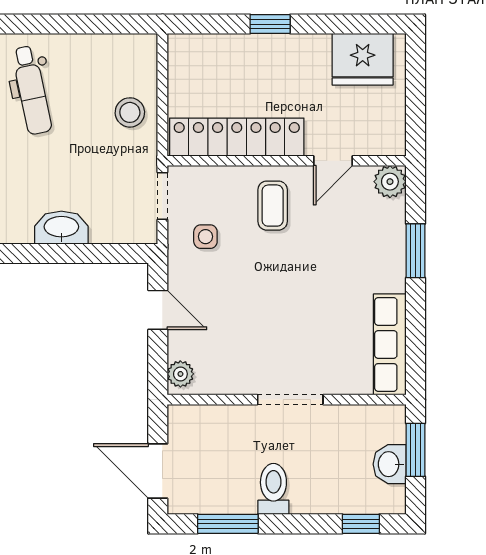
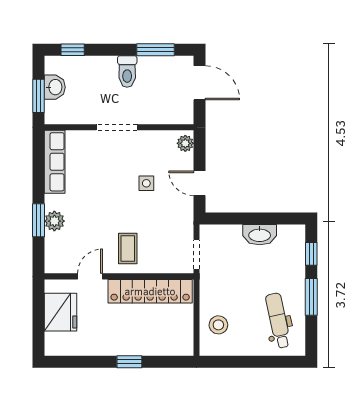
fridge: (363, 59) -> (61, 312), moved, turned 90
stool: (130, 112) -> (218, 325), moved
plant: (390, 182) -> (54, 221), moved
side table: (205, 237) -> (146, 183), moved

